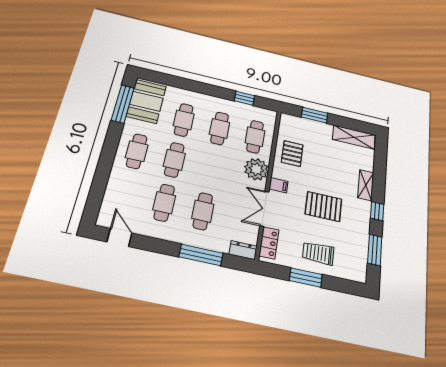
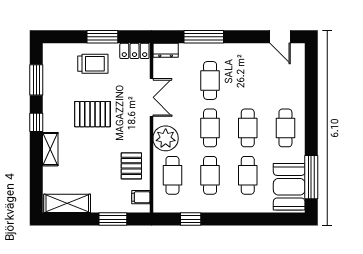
filing cabinet: (279, 185) -> (141, 197), moved
cafe table: (164, 203) -> (210, 128), moved
locker: (269, 243) -> (134, 51), moved, turned -90

